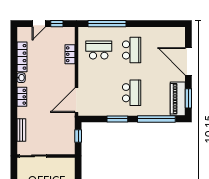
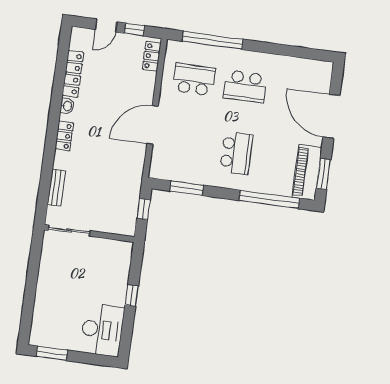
school desk: (132, 50) -> (245, 86), turned 90
locker: (70, 54) -> (152, 56), moved
door: (76, 100) -> (152, 125), moved
window: (117, 119) -> (187, 188), moved

